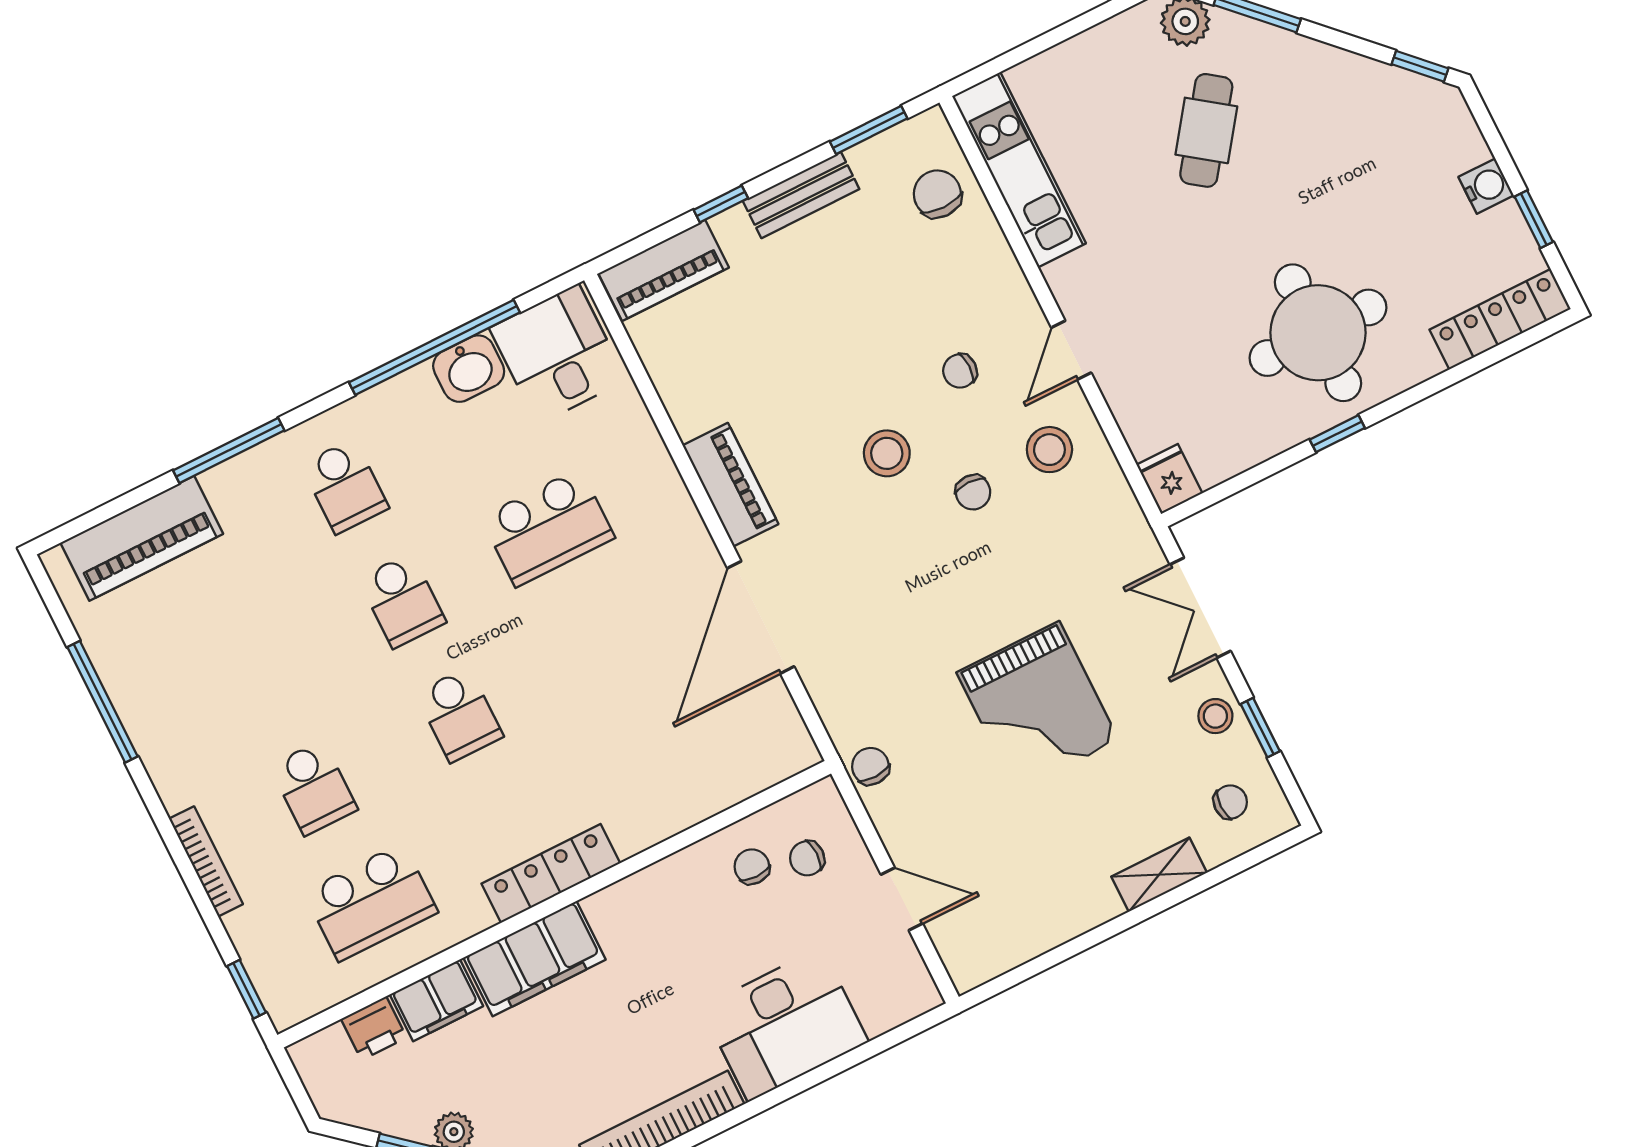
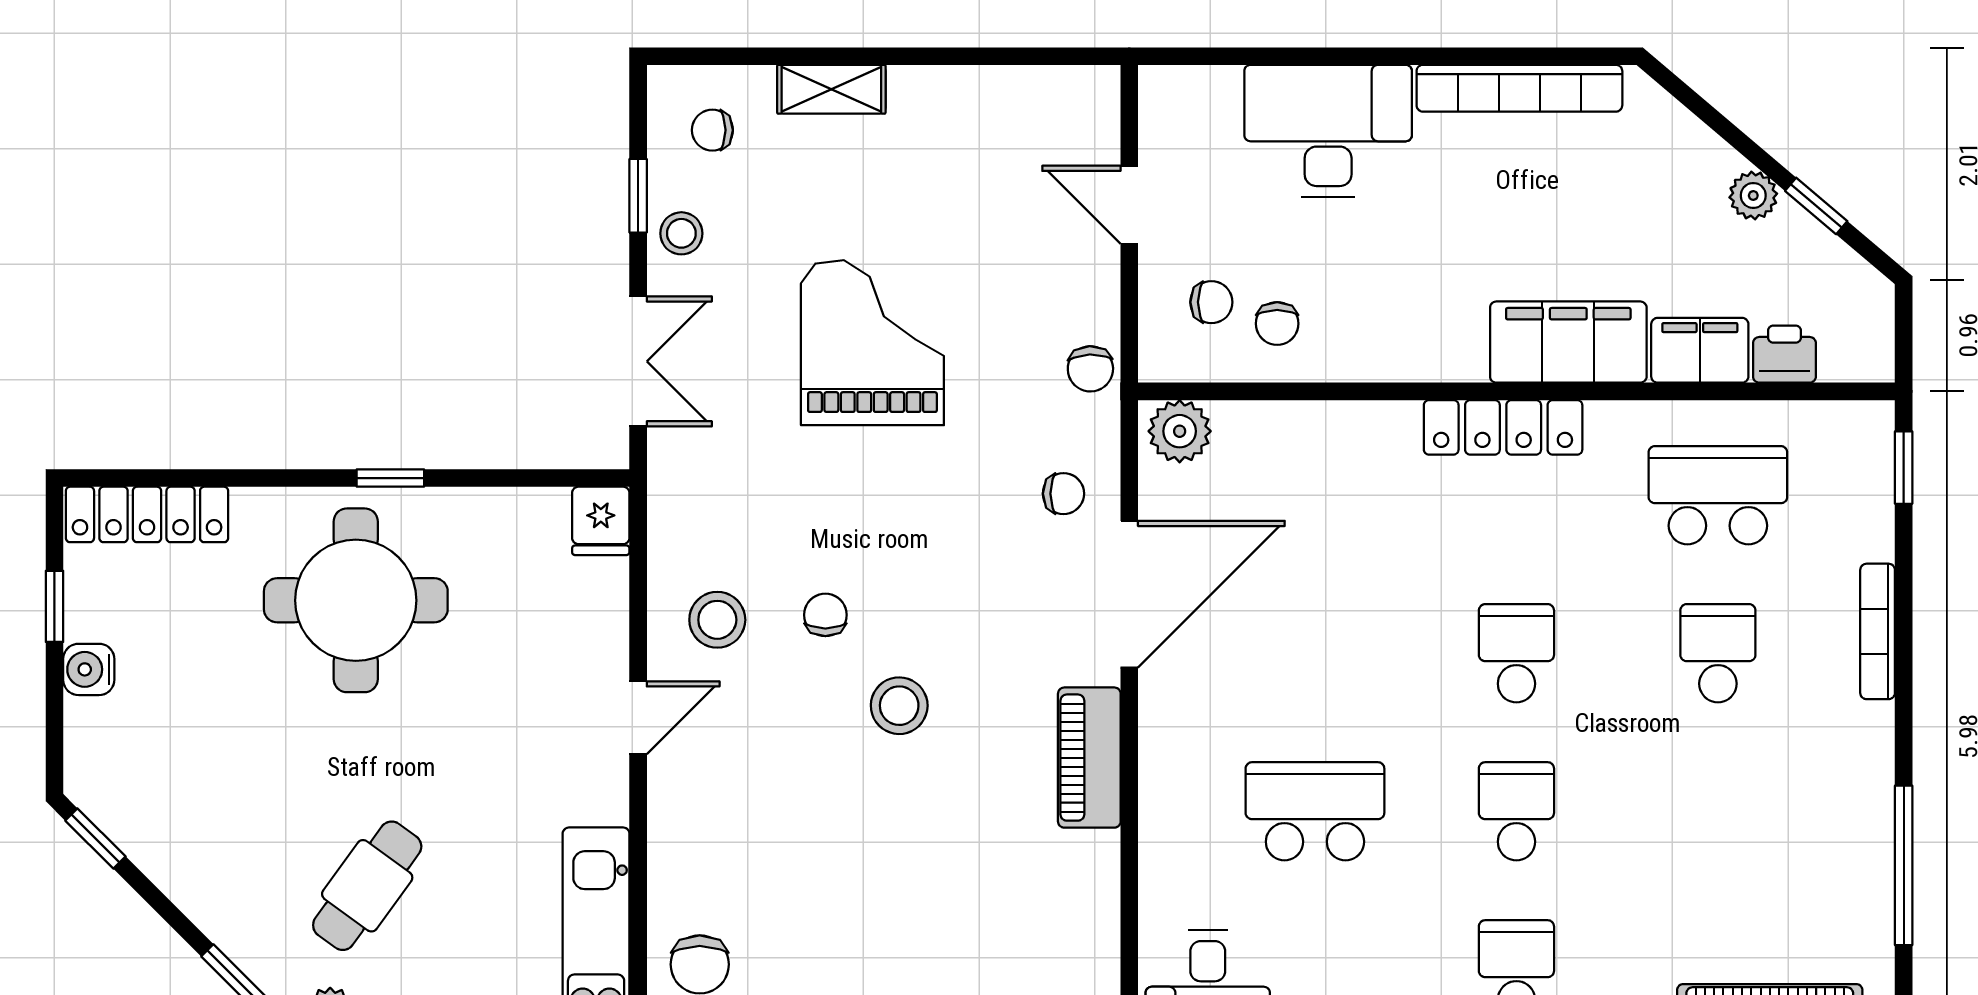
chair: (960, 371) -> (1063, 494), moved
plant: (783, 753) -> (1180, 431), added

